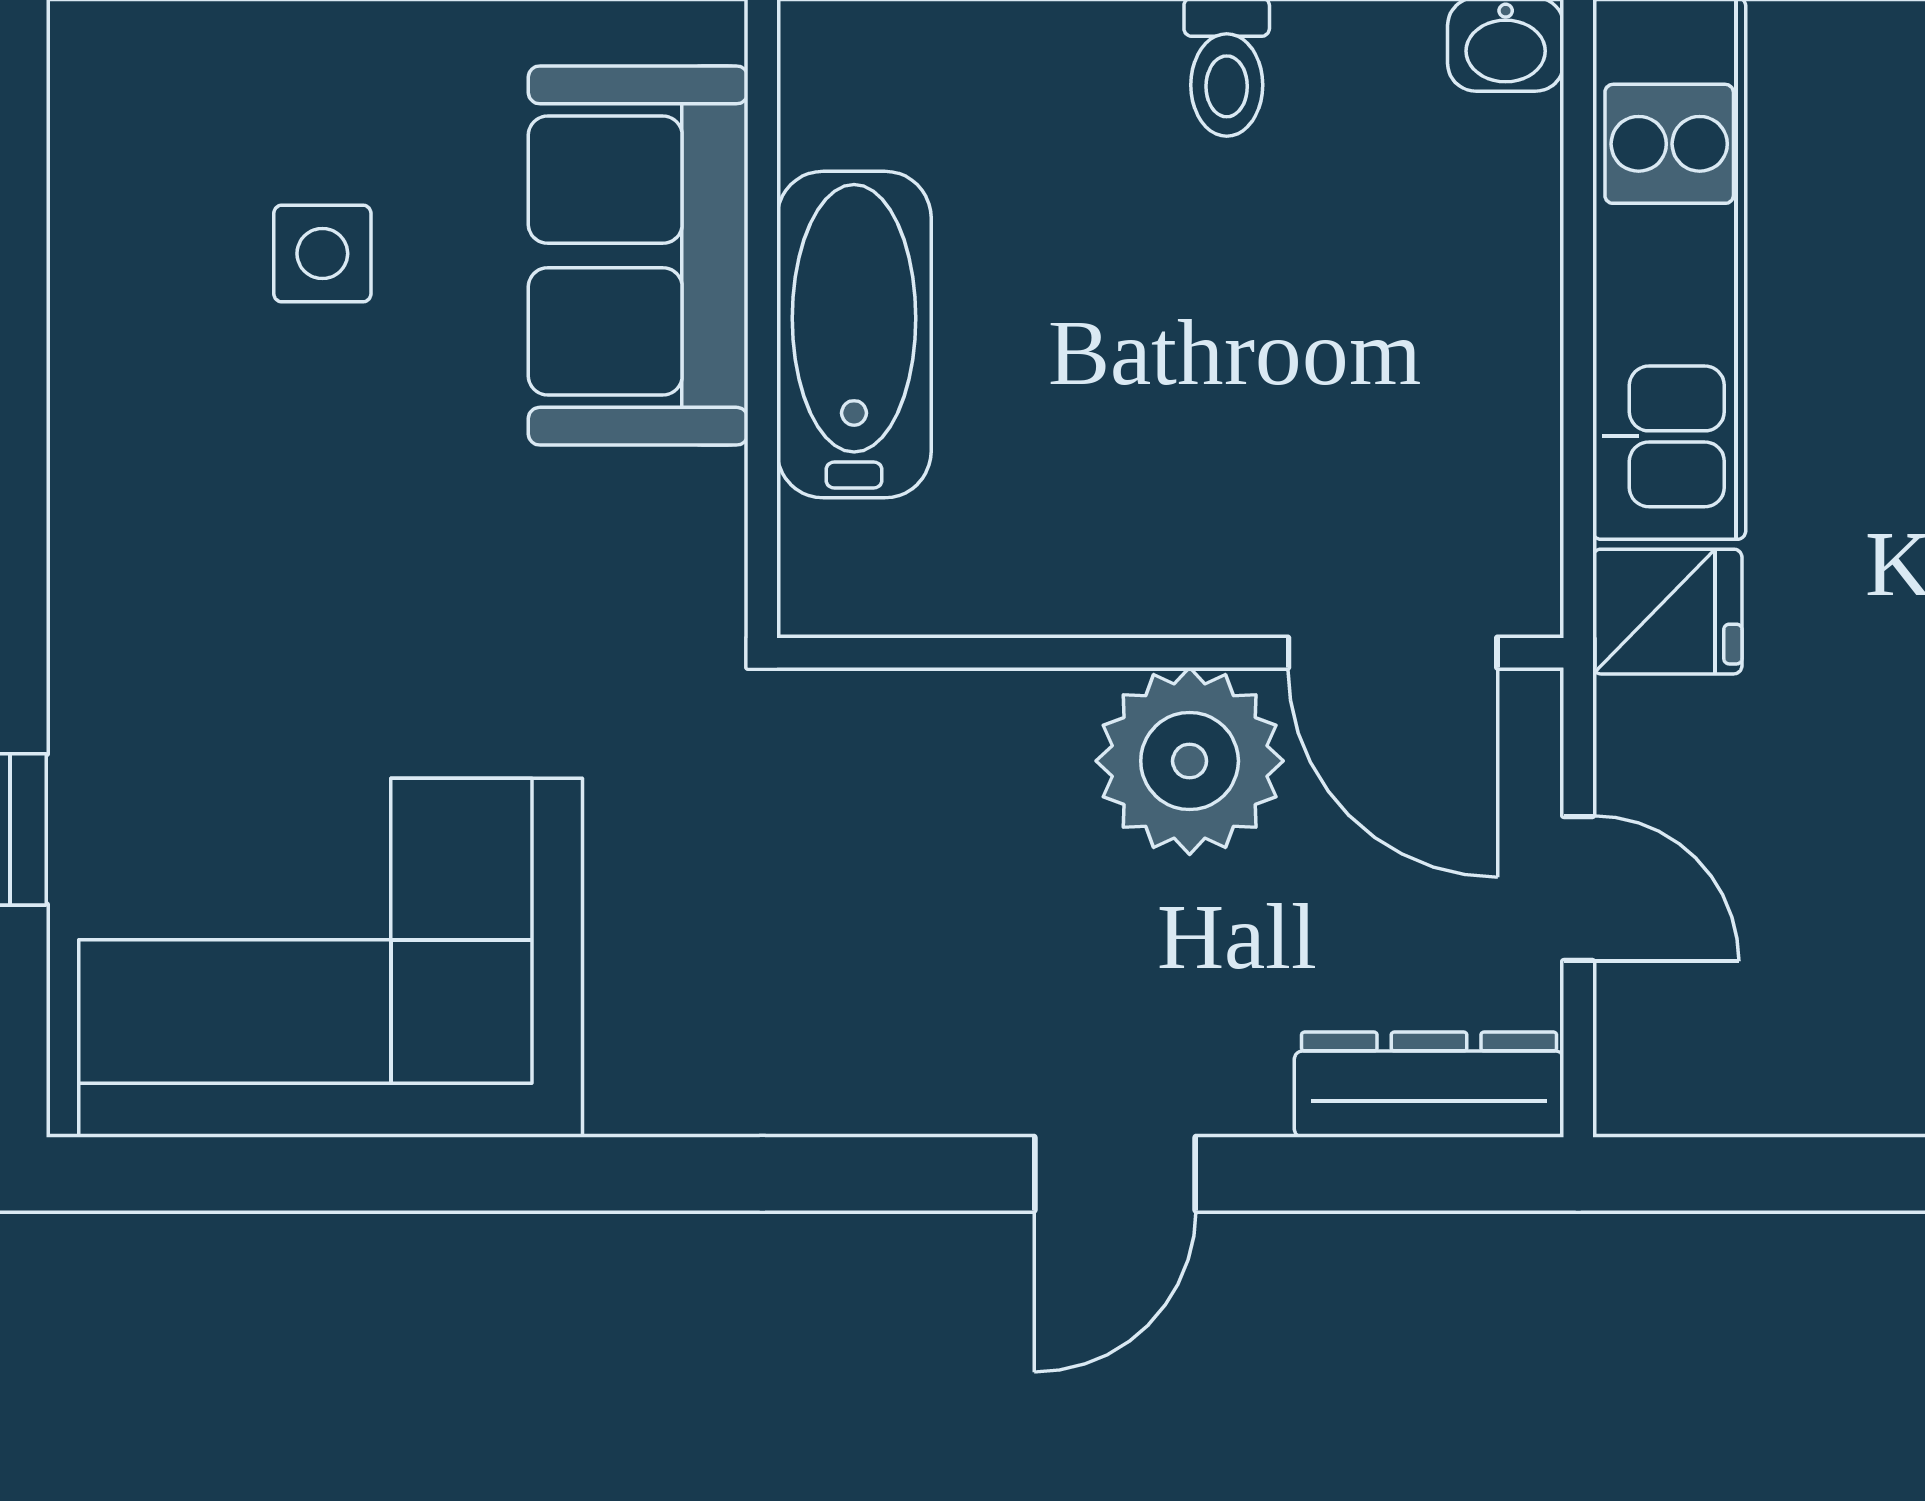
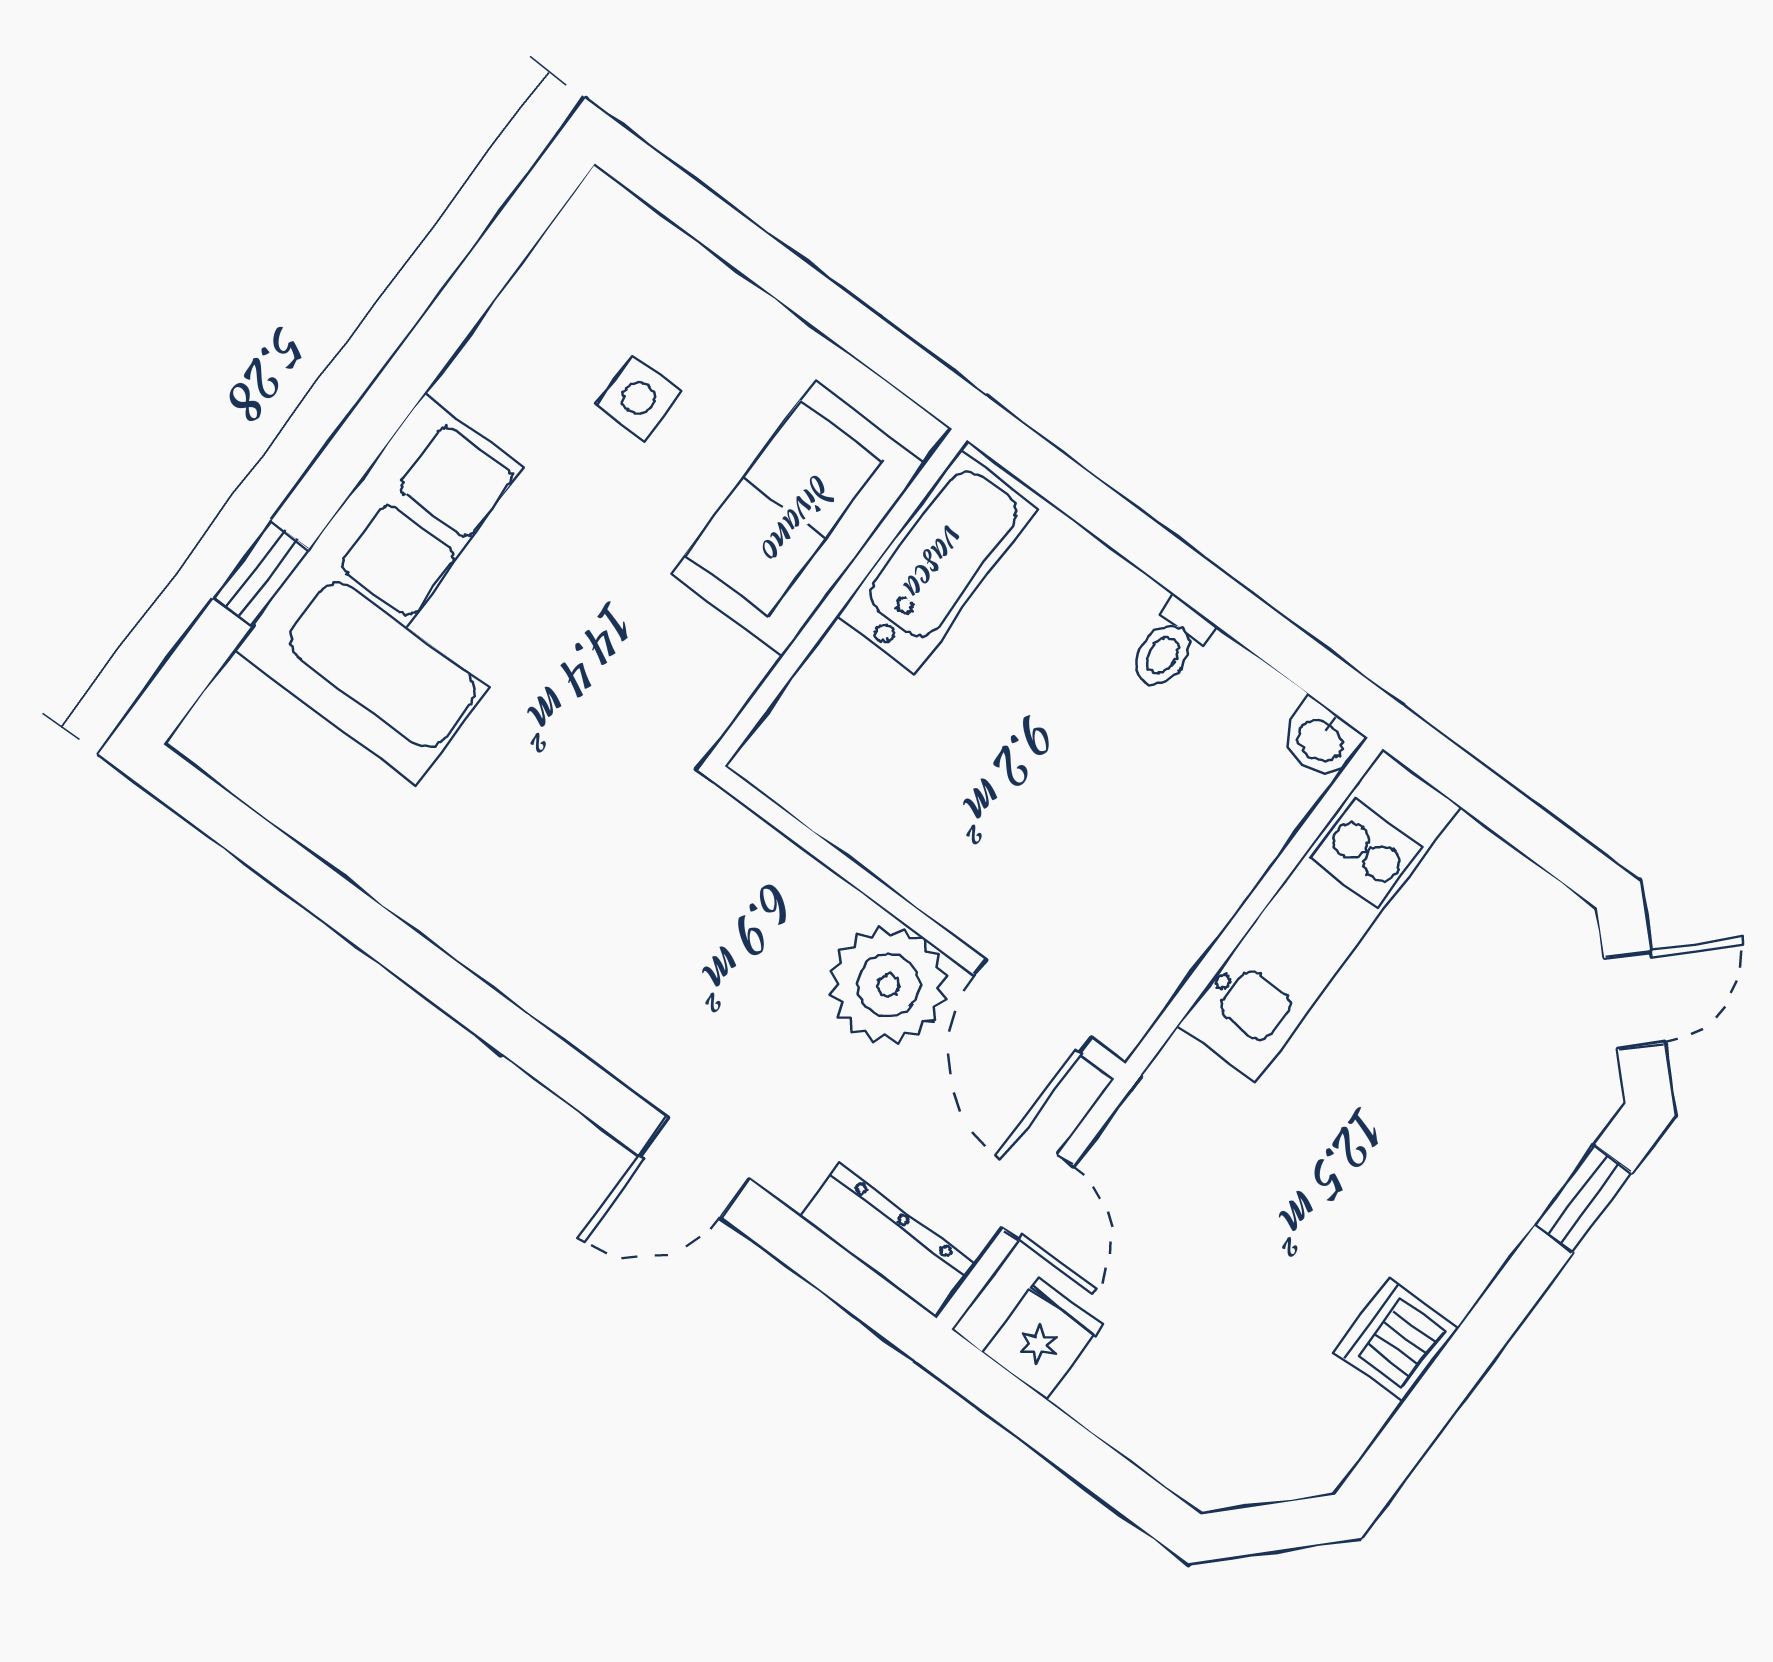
bathtub: (854, 335) -> (937, 562), moved
fridge: (1667, 612) -> (1043, 1338), moved, turned -90
corner sofa: (331, 958) -> (420, 590), moved, turned 90

